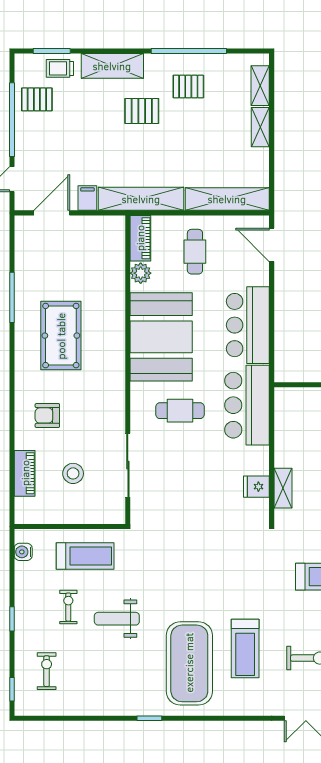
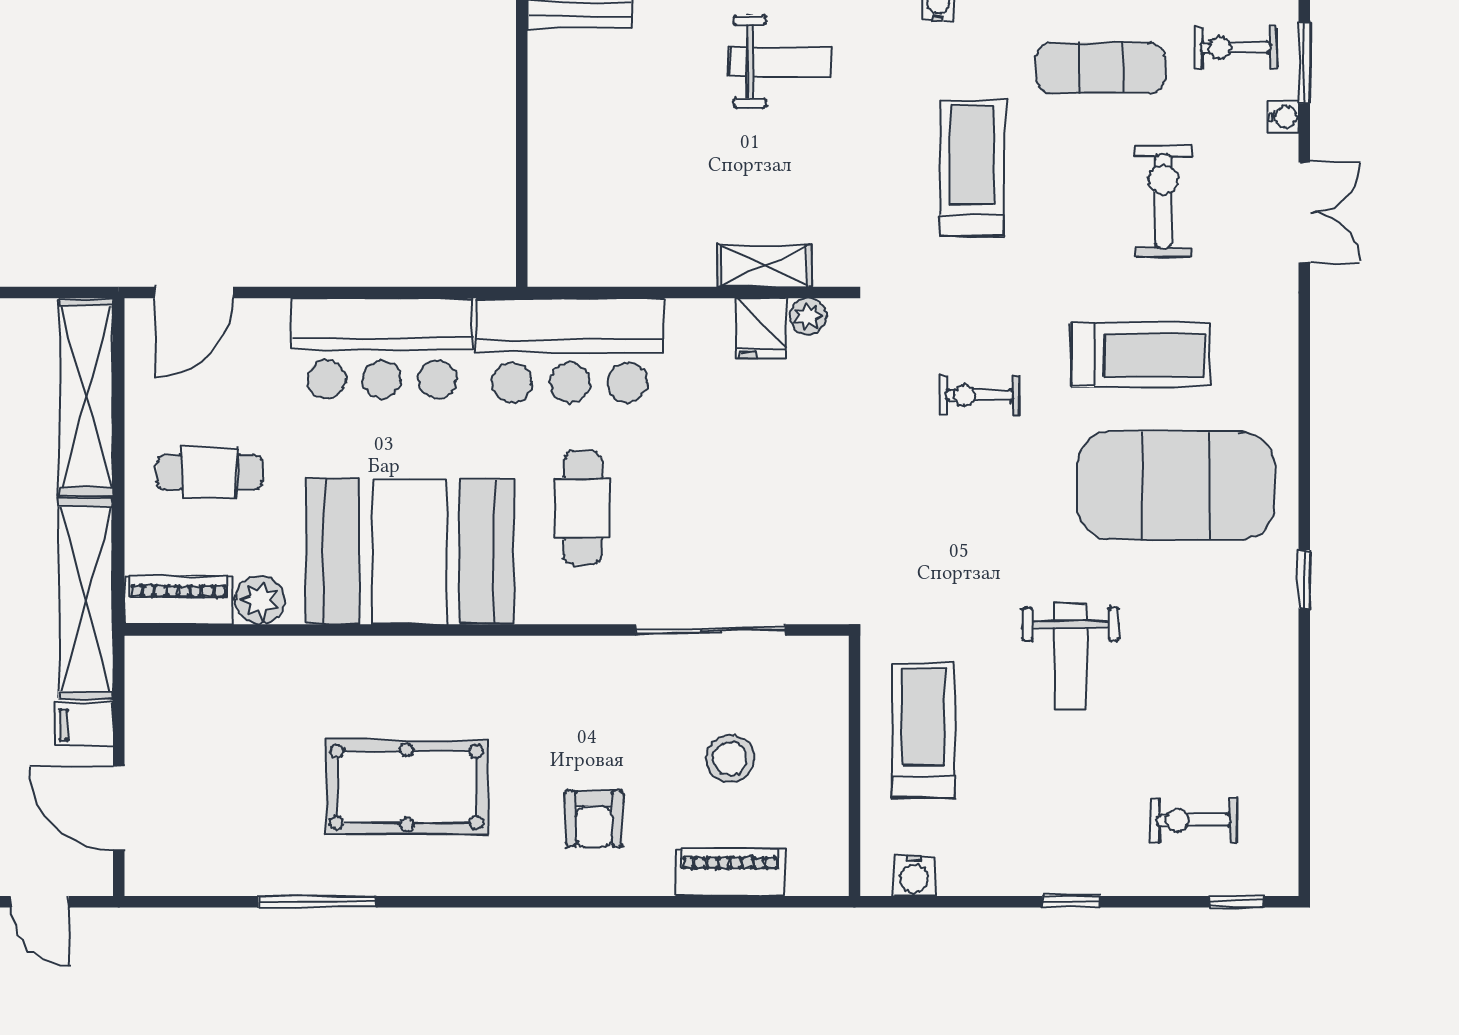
plant: (261, 507) -> (808, 316), added
exercise bike: (68, 607) -> (979, 395), moved

